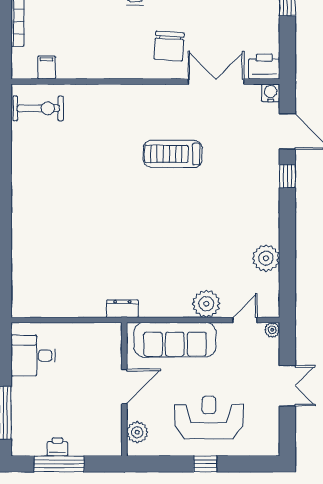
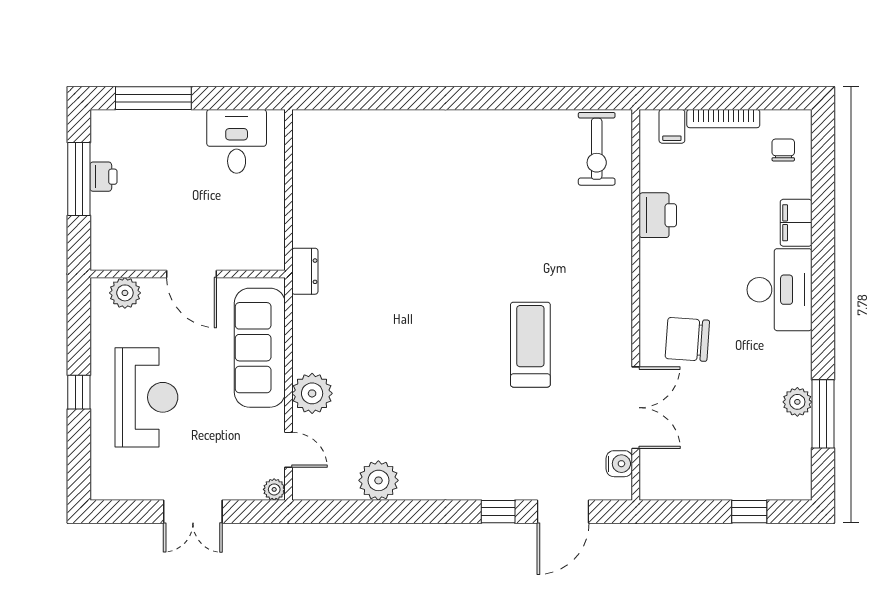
printer: (264, 66) -> (658, 215), moved
filing cabinet: (47, 68) -> (672, 126), moved, turned 90
water cooler: (271, 93) -> (619, 464), moved

